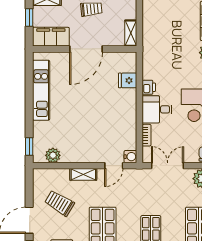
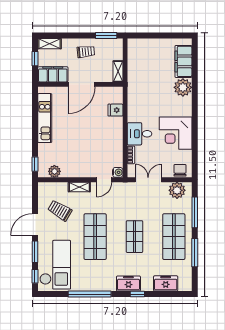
printer: (149, 87) -> (133, 116), removed

